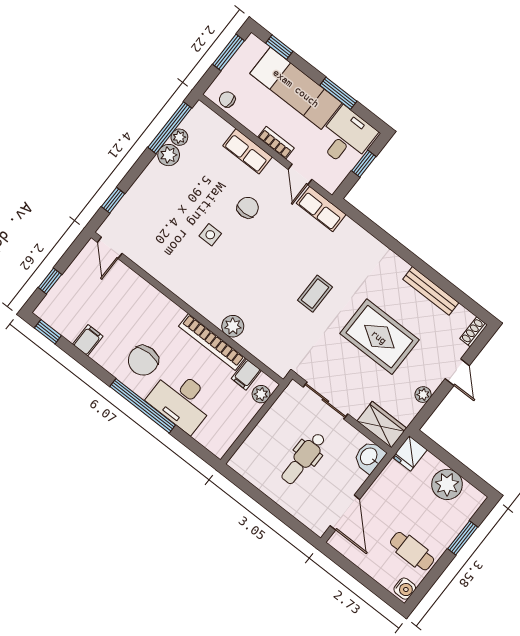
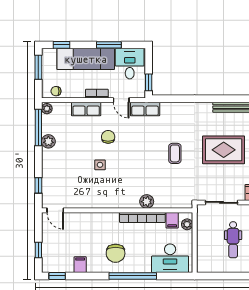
plant: (179, 137) -> (47, 109), moved
window: (364, 164) -> (149, 82), moved
desk: (181, 400) -> (170, 258), moved

